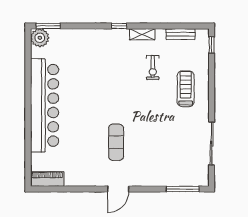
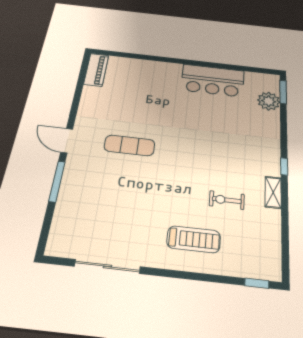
bench: (181, 34) -> (273, 241), removed
plant: (40, 38) -> (269, 101), moved
bar counter: (45, 105) -> (213, 80), width x0.54
window: (183, 189) -> (57, 181), moved

